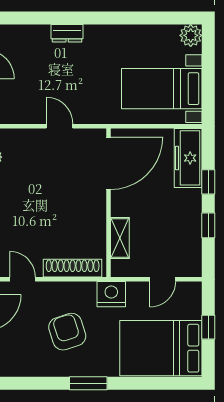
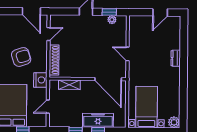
door: (60, 126) -> (128, 54), swing flipped
freezer: (188, 158) -> (98, 120), moved
door: (163, 279) -> (48, 107), hinge flipped

